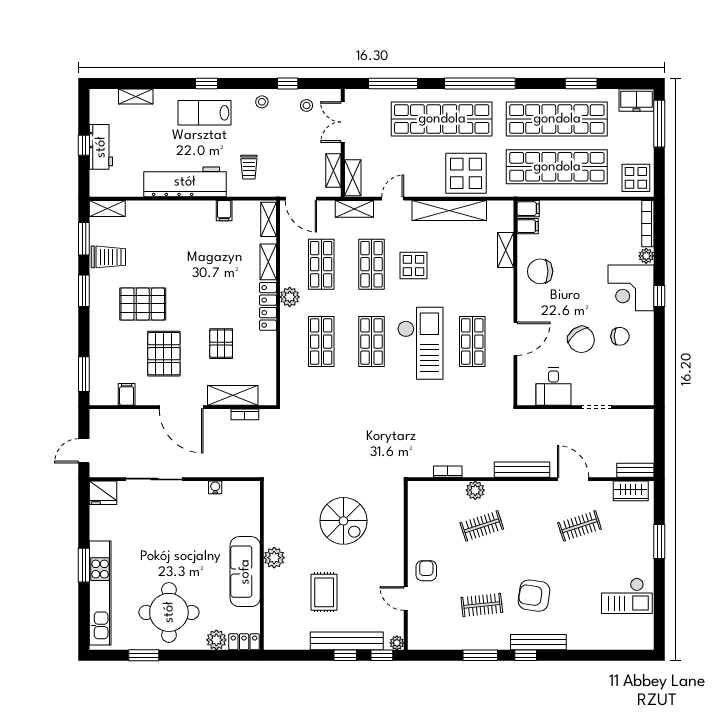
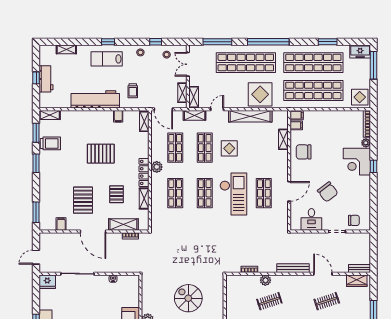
shelving: (268, 262) -> (144, 199), moved
pallet: (143, 304) -> (101, 154), moved
chair: (620, 336) -> (354, 220), moved
spiral stairs: (343, 521) -> (188, 298), turned 180

